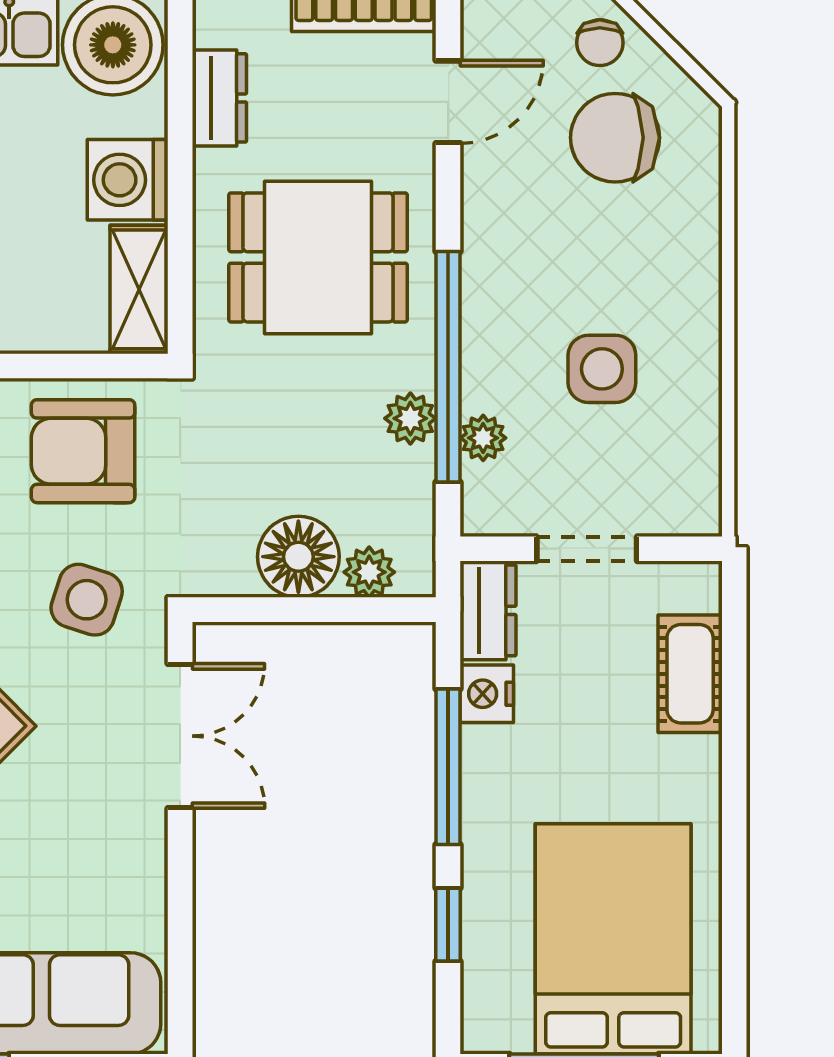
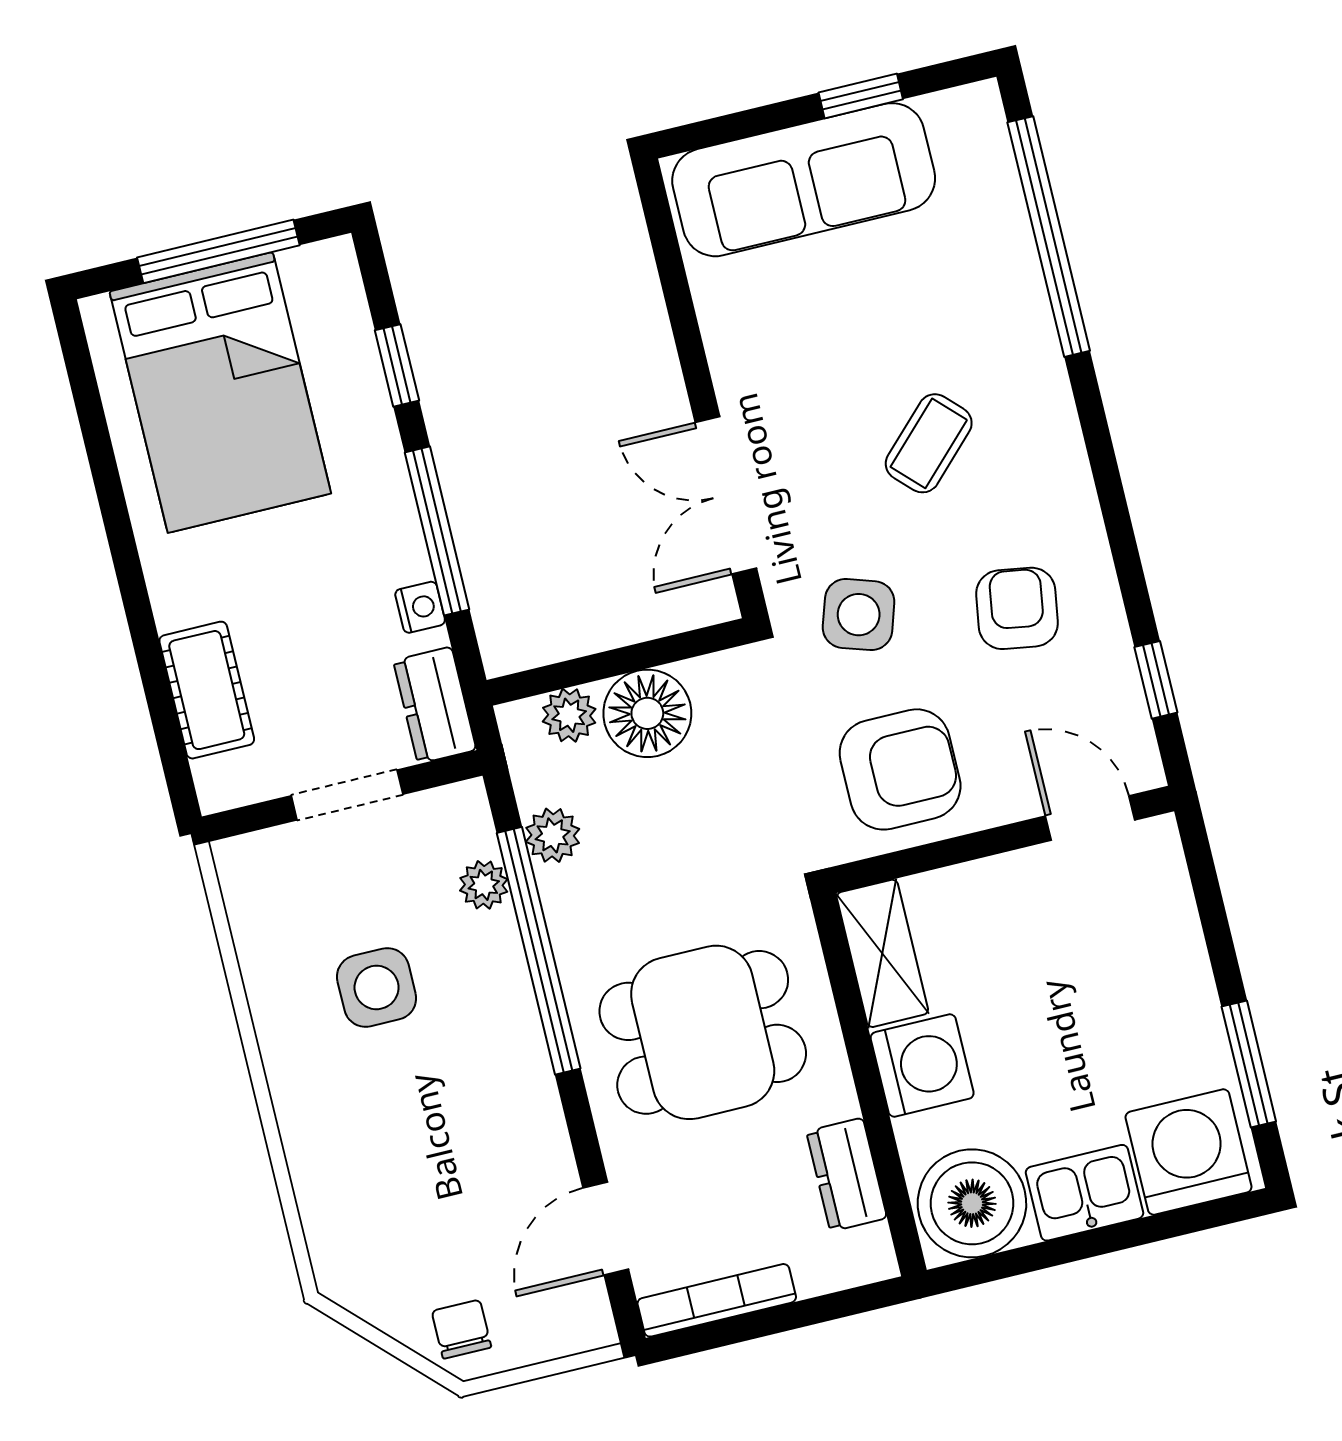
chair: (615, 138) -> (421, 1233), removed
plant: (410, 418) -> (553, 835), moved
nightstand: (487, 694) -> (420, 607), width x0.72, depth x0.74

